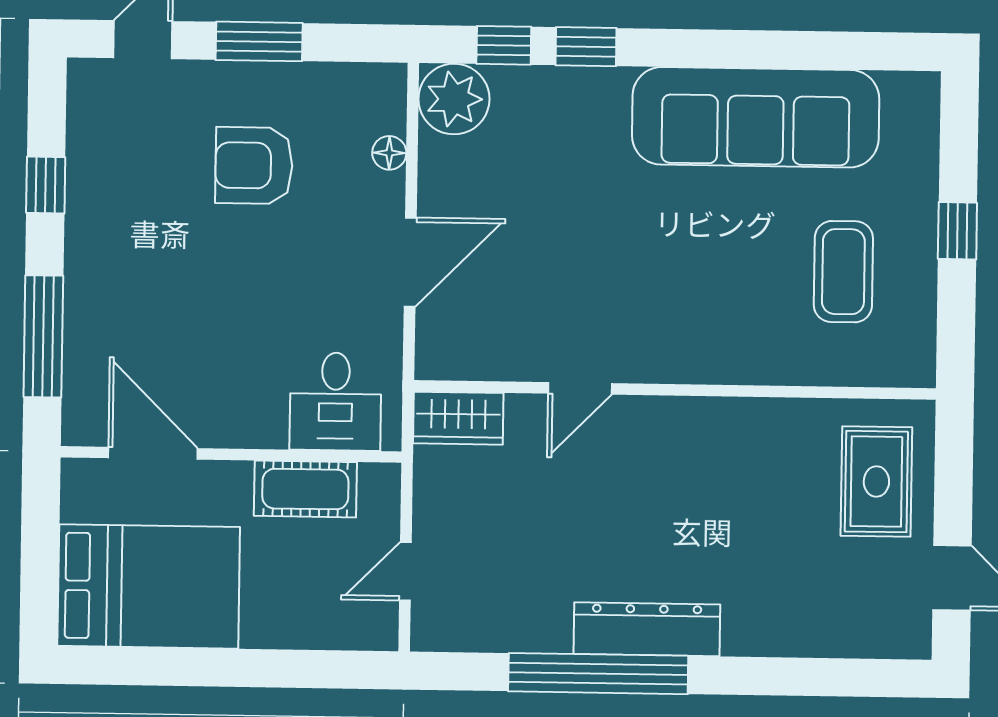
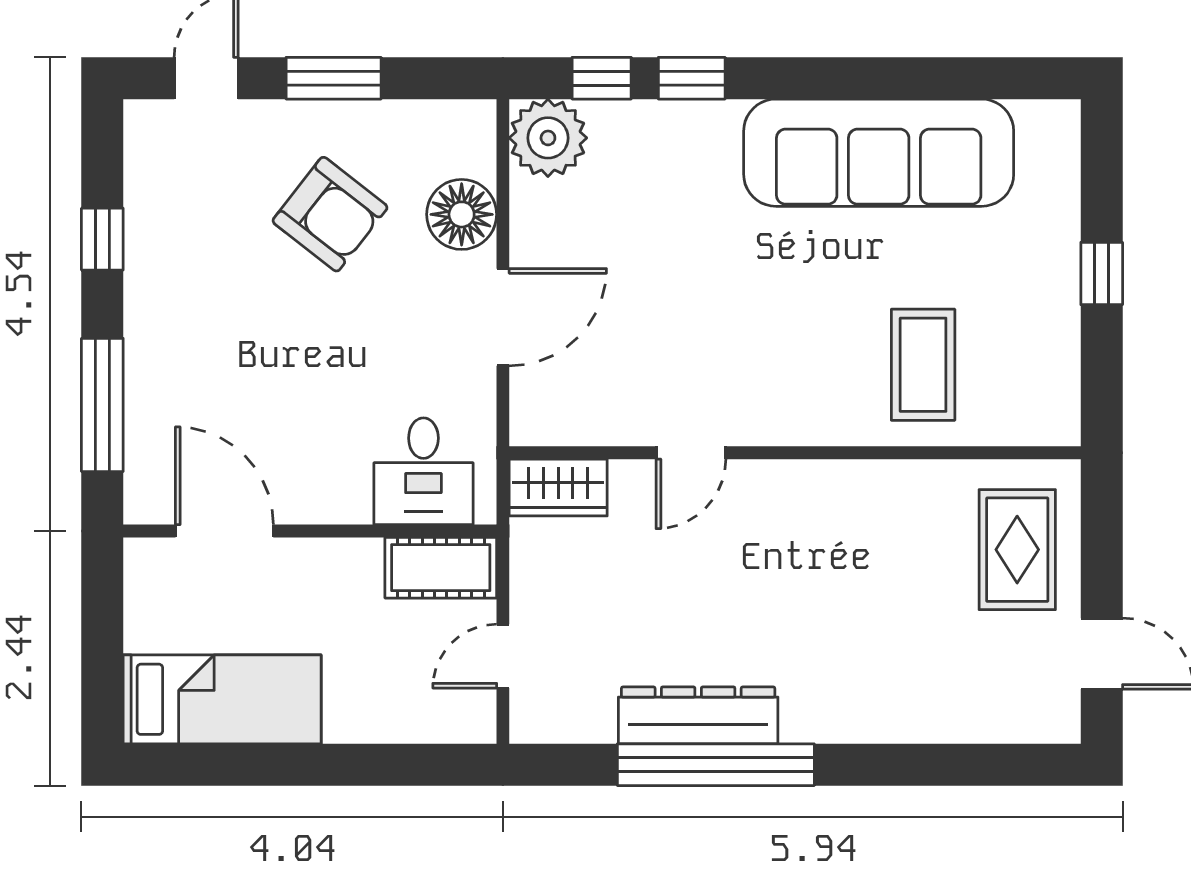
floor lamp: (389, 153) -> (462, 214), width x1.89, depth x1.89
armchair: (254, 165) -> (330, 214), turned -142
coffee table: (843, 272) -> (923, 365), moved
cot: (305, 489) -> (441, 568), moved
bed: (149, 586) -> (222, 699), width x0.67
dresser: (647, 629) -> (698, 715), moved

